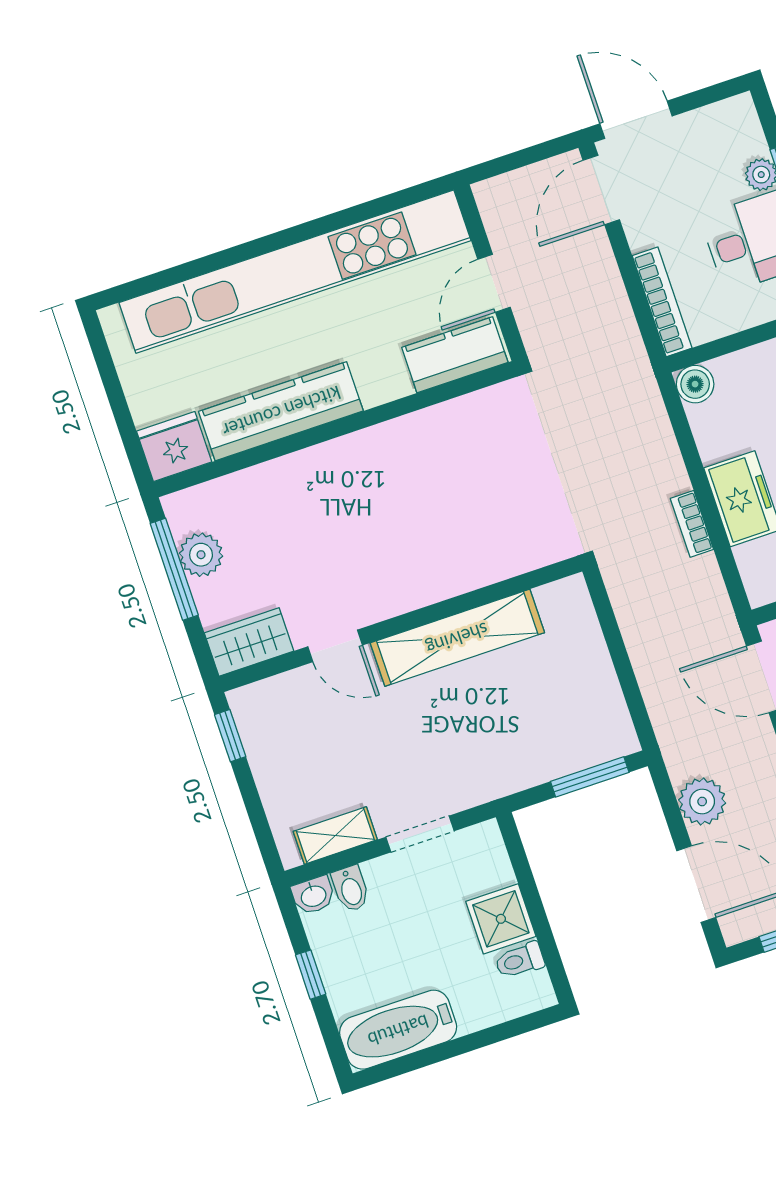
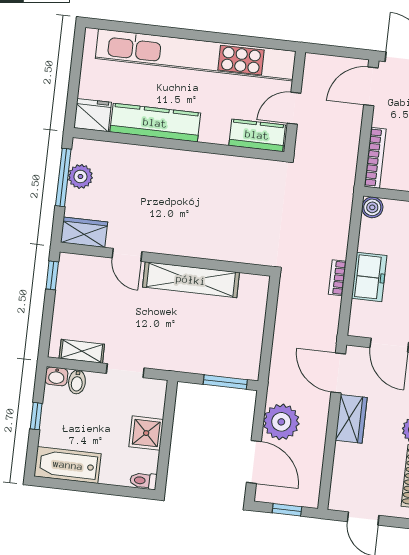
plant: (702, 802) -> (281, 422), width x1.36, depth x1.36
toilet: (520, 960) -> (143, 481), moved

